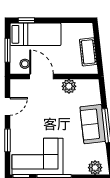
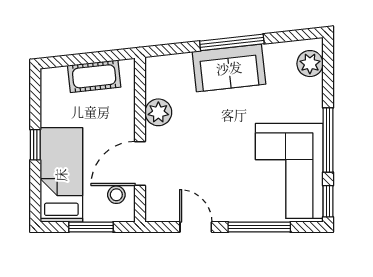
window: (26, 20) -> (35, 145), moved
window: (8, 140) -> (259, 227), width x1.44

